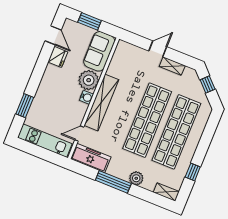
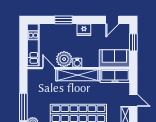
fridge: (58, 57) -> (84, 30), moved
plant: (89, 80) -> (64, 59), moved
window: (25, 106) -> (64, 20), moved
freezer: (91, 158) -> (115, 76), moved, turned 90

